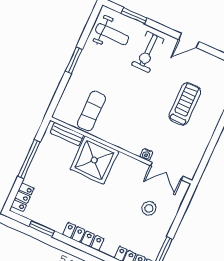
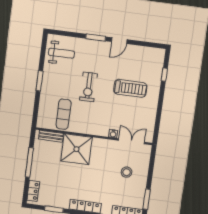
window: (134, 16) -> (96, 38), moved
exercise bike: (148, 52) -> (88, 87), moved
treadmill: (185, 104) -> (130, 88), turned 90
double door: (167, 171) -> (131, 141), swing flipped

